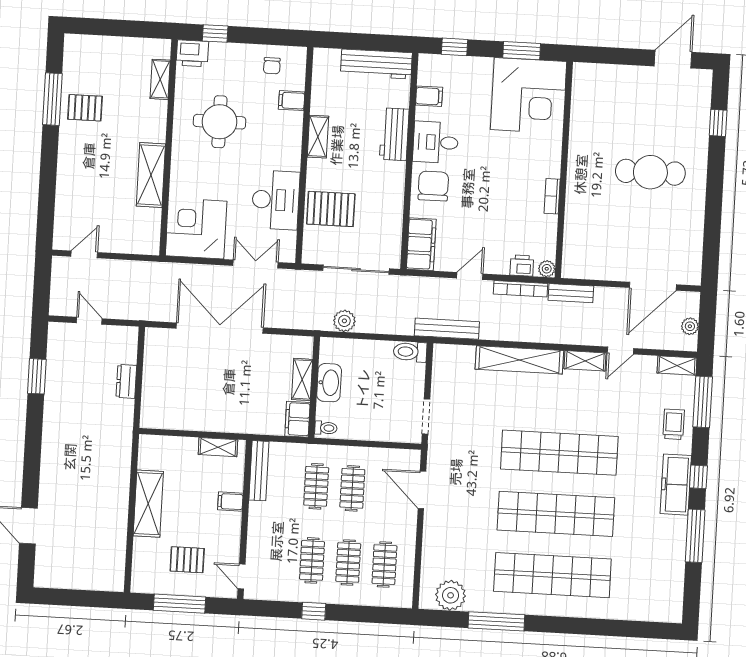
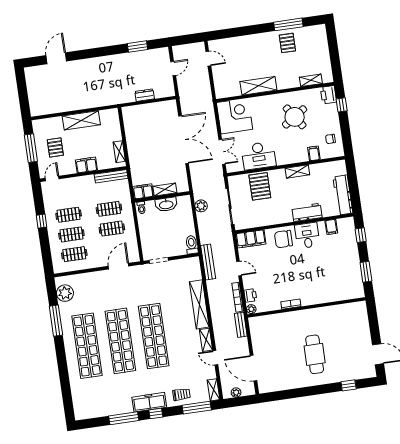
corner desk: (528, 96) -> (343, 280), removed
round table: (219, 122) -> (295, 117), turned -34
chair: (433, 186) -> (283, 239), turned 180
filing cabinet: (230, 502) -> (86, 165), width x2.00

